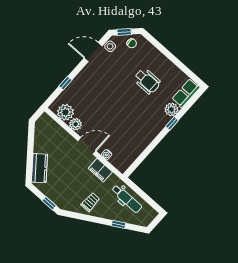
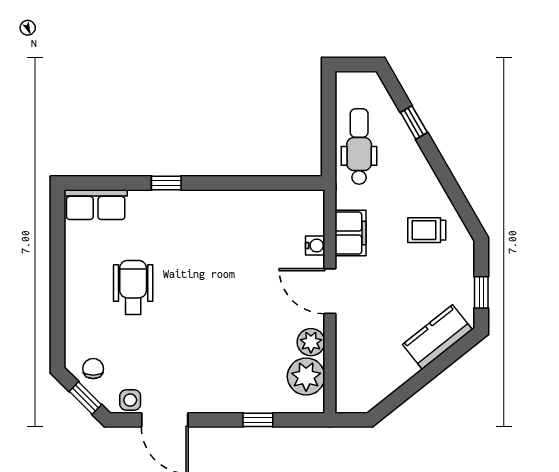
plant: (171, 109) -> (144, 204), removed
trolley: (90, 202) -> (427, 230), moved
window: (49, 203) -> (481, 292), moved

